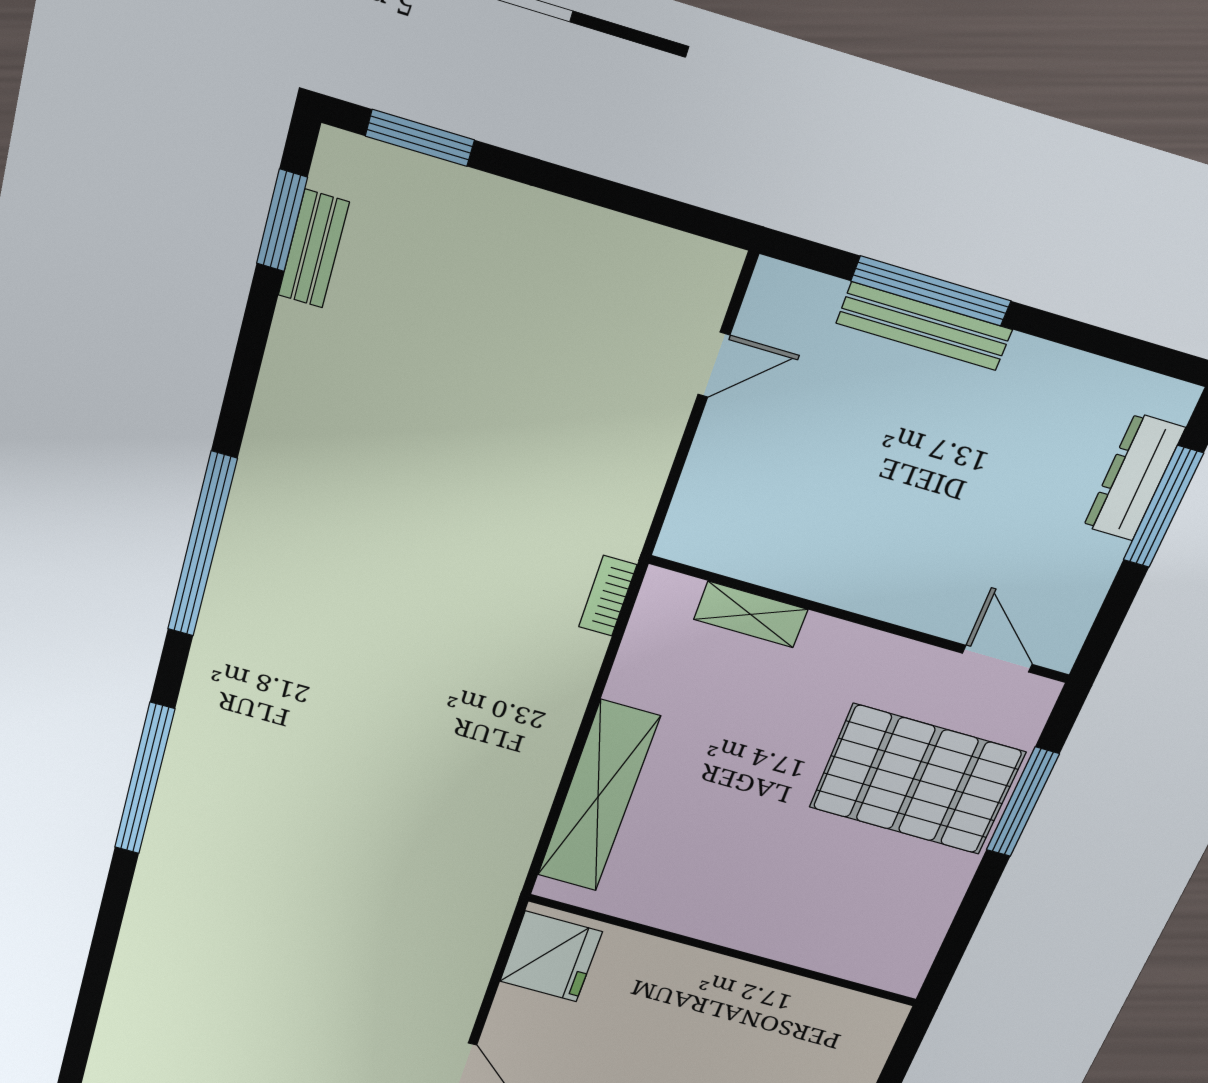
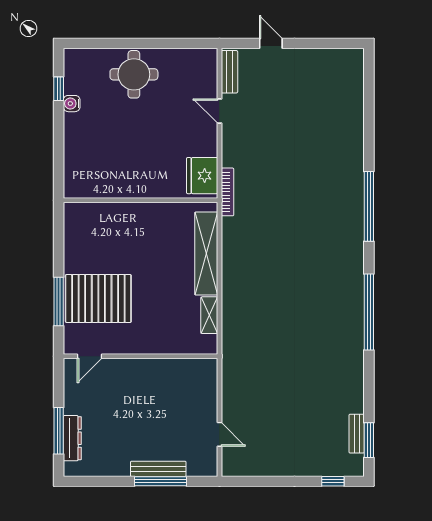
window: (420, 138) -> (333, 481), width x0.67
door: (714, 365) -> (219, 434), swing flipped
bookcase: (608, 596) -> (227, 192), moved, width x1.56
shelving: (751, 614) -> (209, 315), moved, turned 90
door: (997, 659) -> (90, 356), hinge flipped

